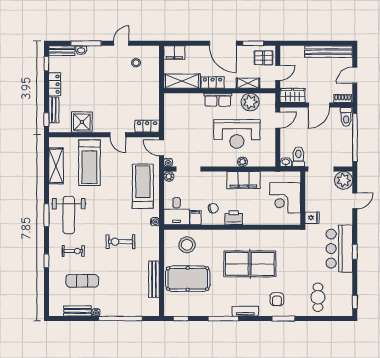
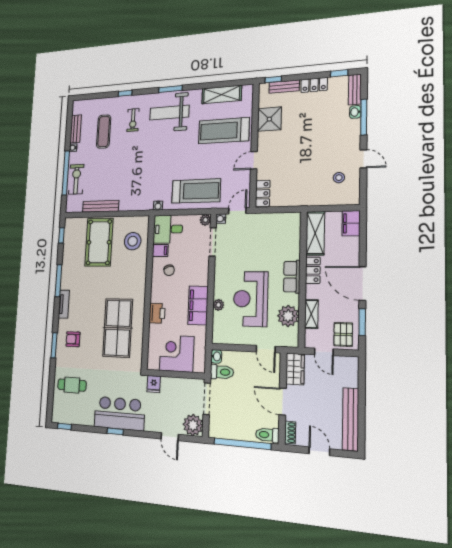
door: (223, 43) -> (362, 283), hinge flipped
printer: (234, 218) -> (157, 313), moved
exercise bike: (120, 242) -> (76, 179), moved
table tennis table: (250, 264) -> (118, 328), moved

